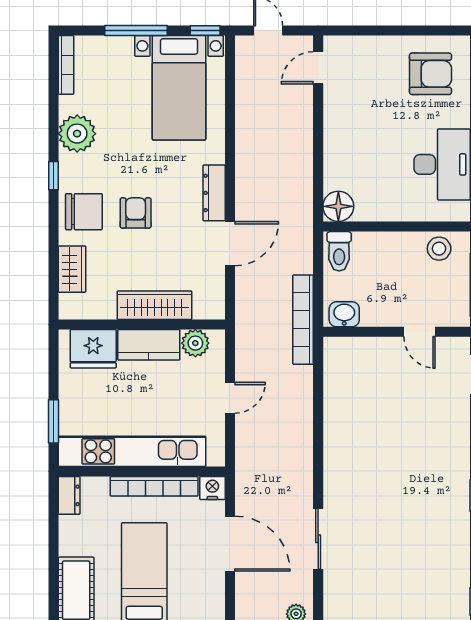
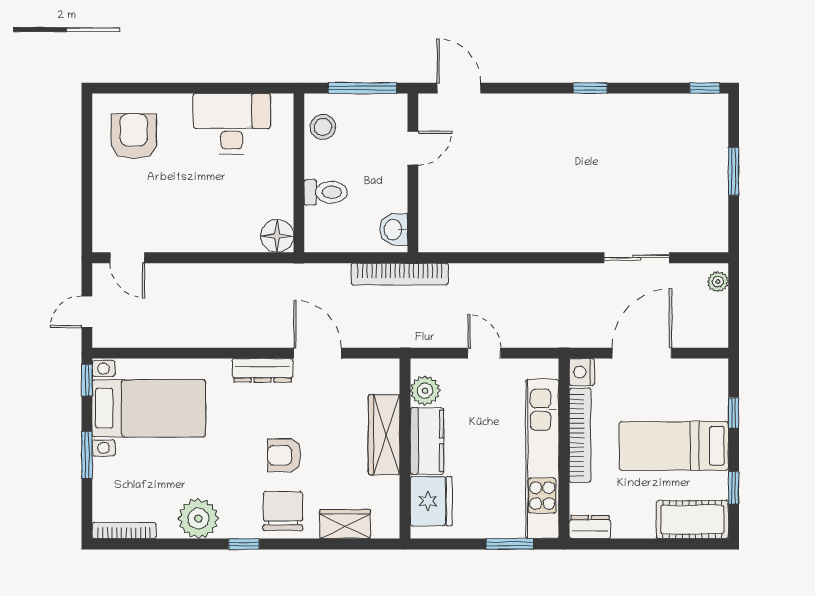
window: (136, 31) -> (87, 455), width x0.69
toilet: (339, 251) -> (326, 192), moved

